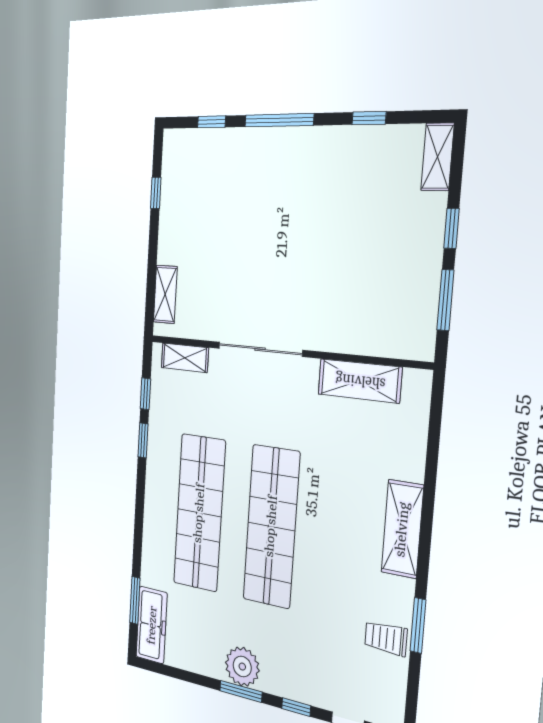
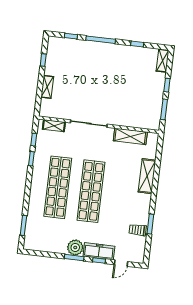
shelving: (165, 294) -> (47, 87), moved
shelving: (402, 529) -> (147, 176), moved
freezer: (152, 625) -> (99, 251), moved, turned -90

